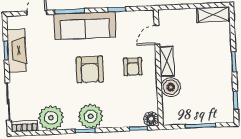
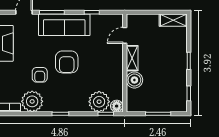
armchair: (133, 67) -> (40, 75), moved
plant: (91, 116) -> (99, 102), moved

